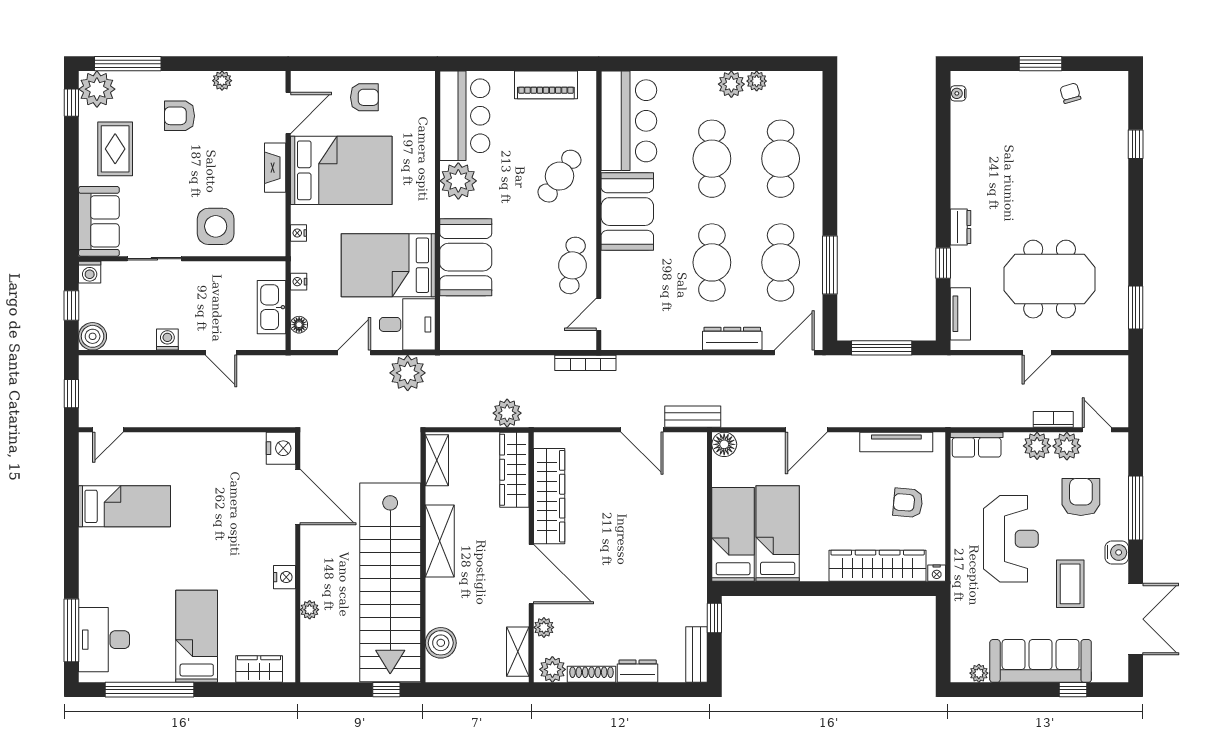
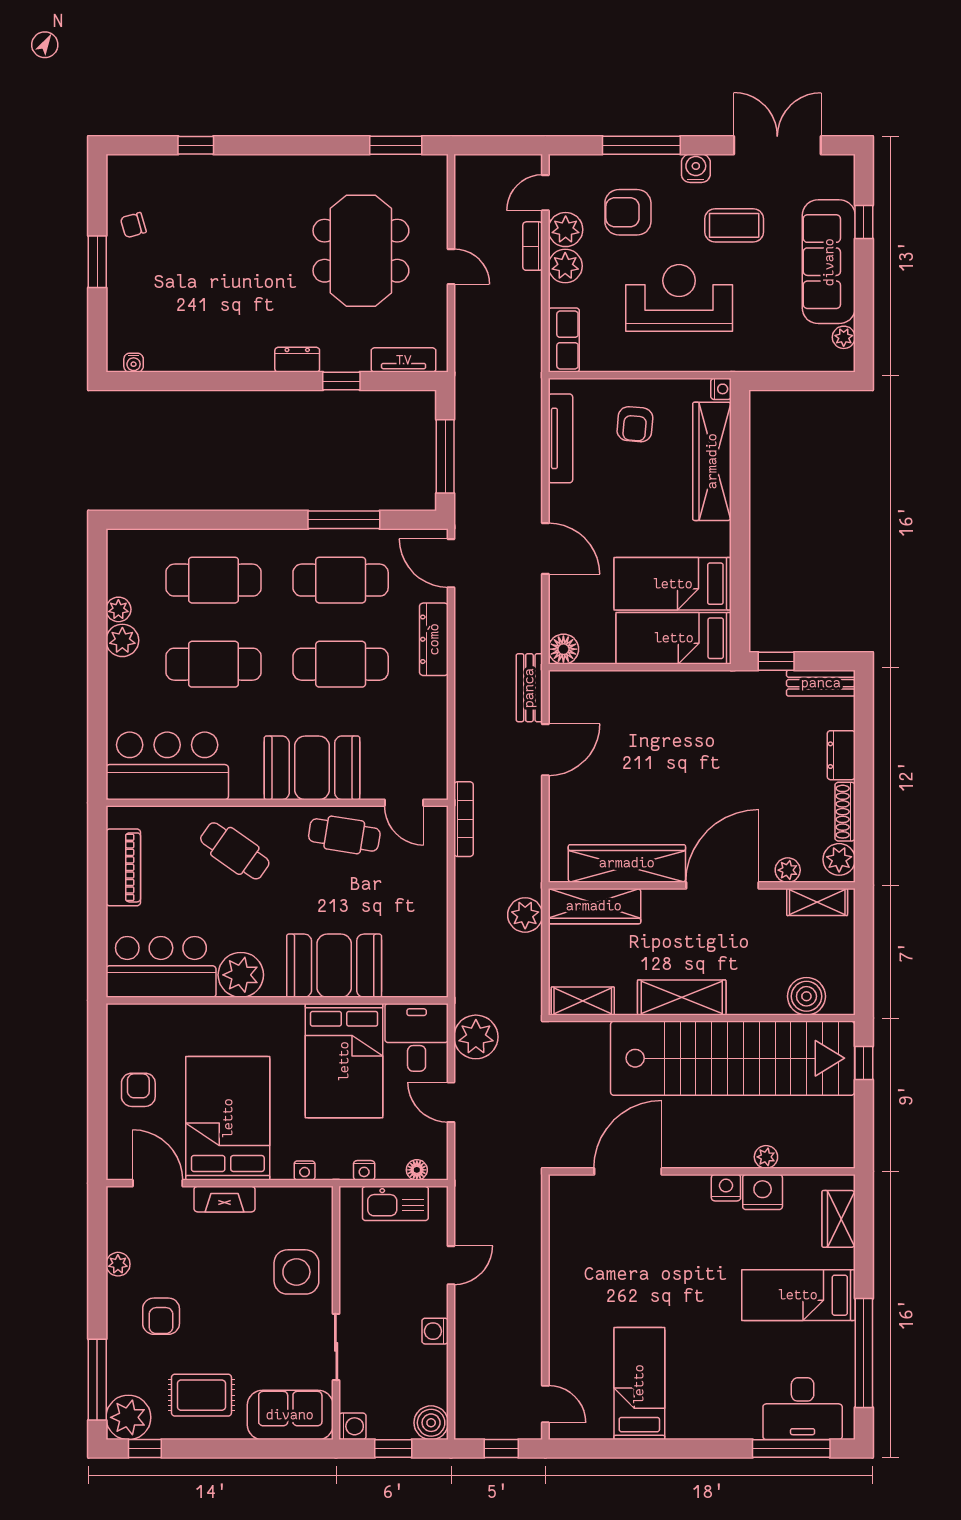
booth: (627, 212) -> (312, 768), moved
nightstand: (281, 448) -> (763, 1192), moved

